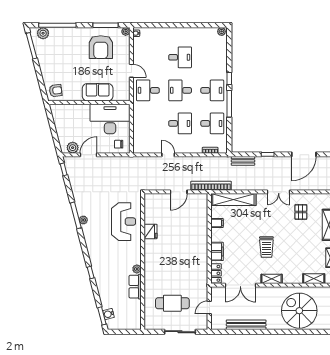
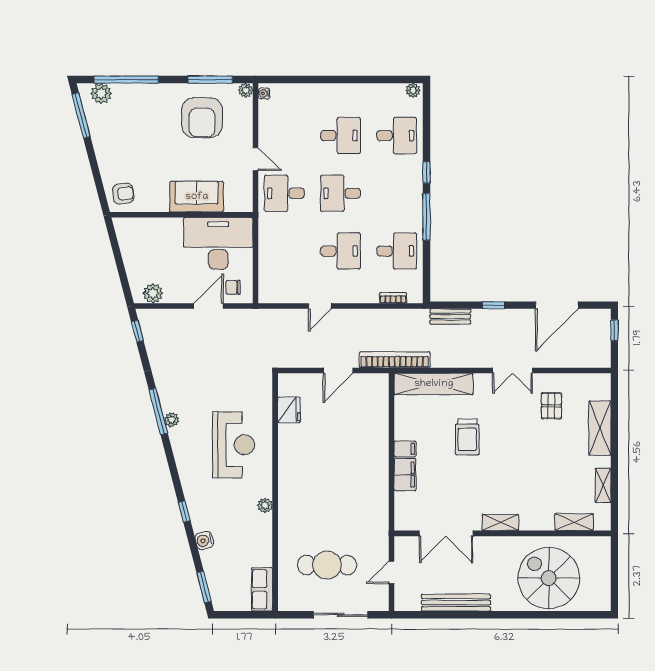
desk: (212, 90) -> (397, 136), moved
door: (88, 155) -> (209, 306), moved
door: (168, 155) -> (320, 306), swing flipped
reception desk: (123, 222) -> (234, 445), moved
filing cabinet: (217, 223) -> (405, 449), moved
fridge: (151, 232) -> (289, 410), moved
trolley: (266, 247) -> (467, 437), moved
locker: (216, 273) -> (403, 513), removed
row of seats: (135, 287) -> (262, 589), moved
water cooler: (109, 314) -> (204, 540), moved

